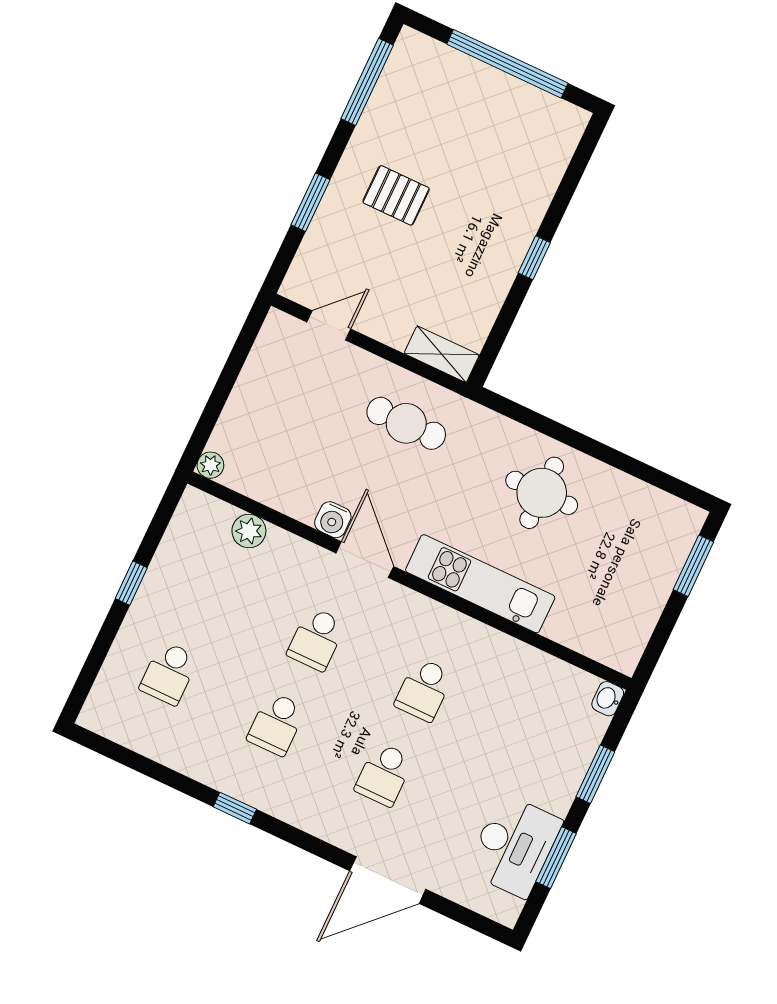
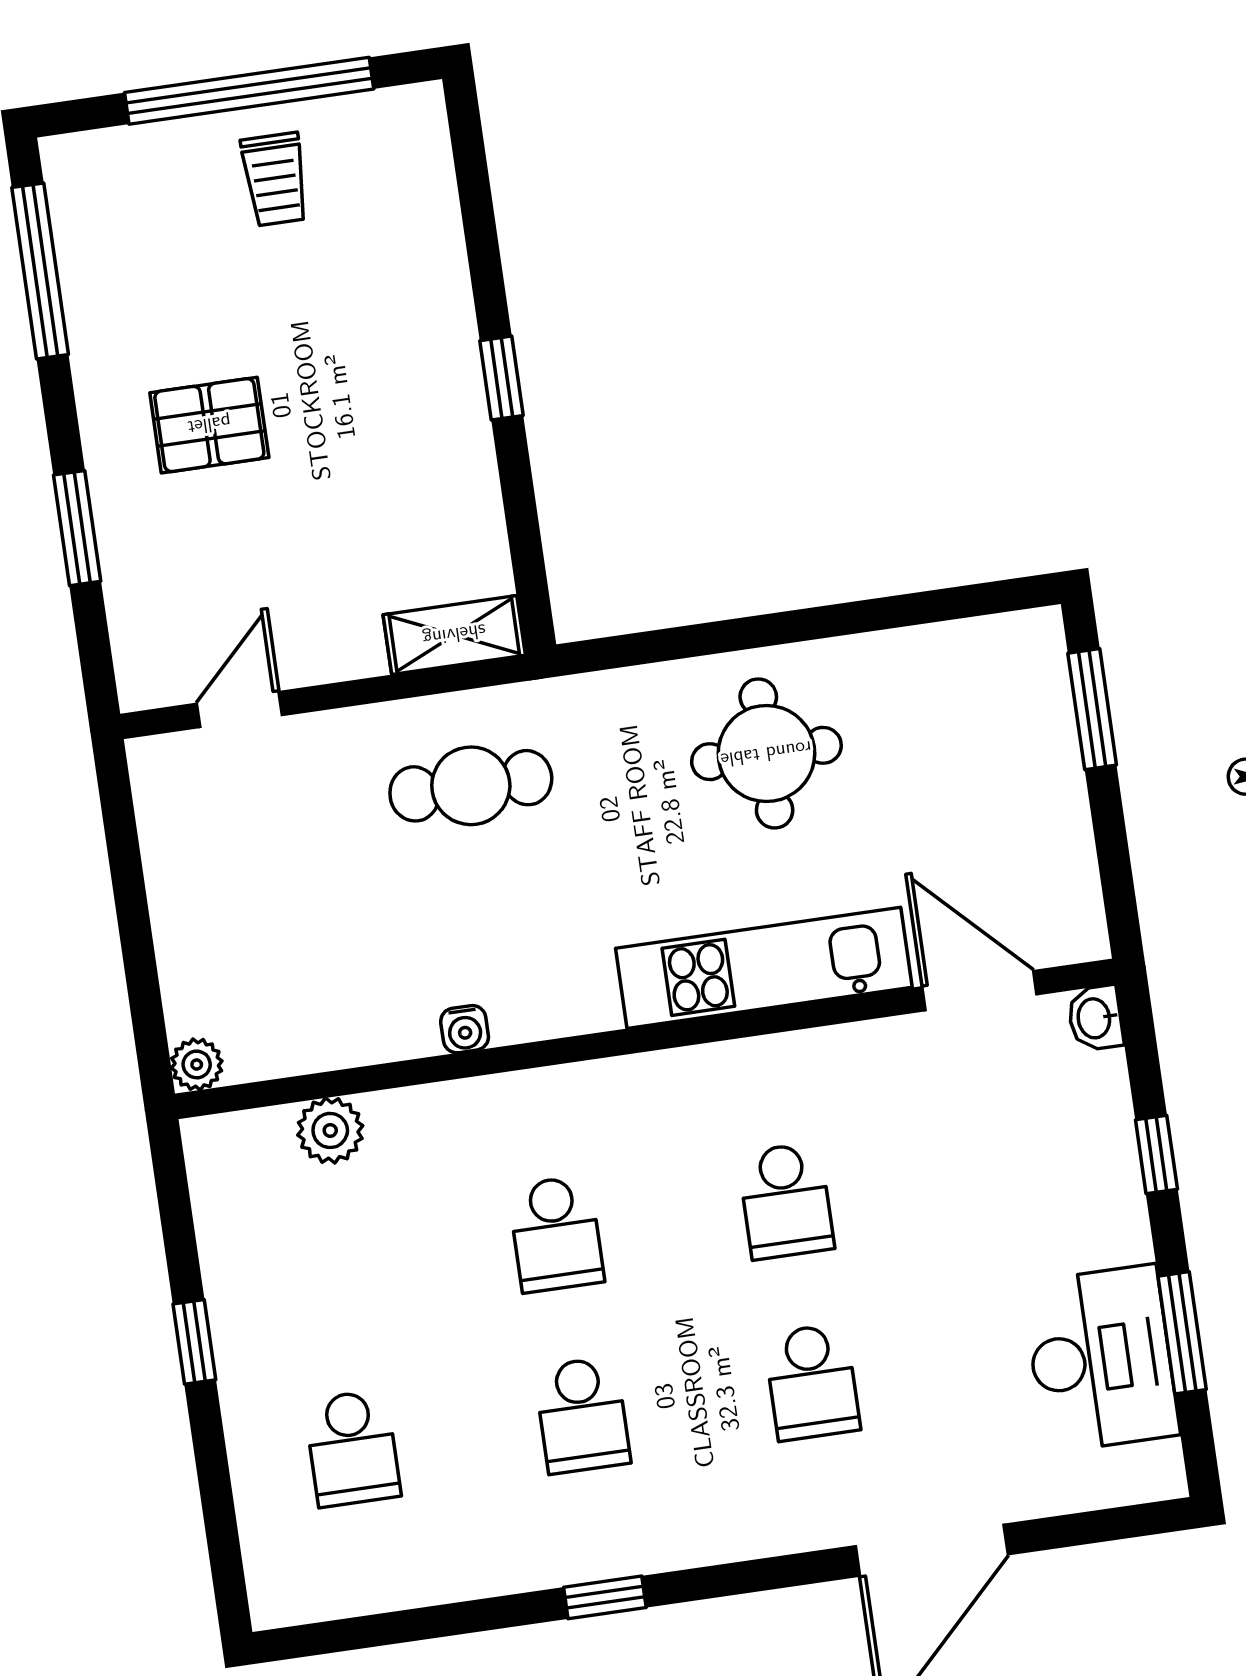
trolley: (493, 109) -> (275, 179), added
water cooler: (333, 520) -> (465, 1029), width x0.72, depth x0.72
door: (365, 560) -> (979, 991), moved
window: (595, 774) -> (1156, 1155), width x0.67

